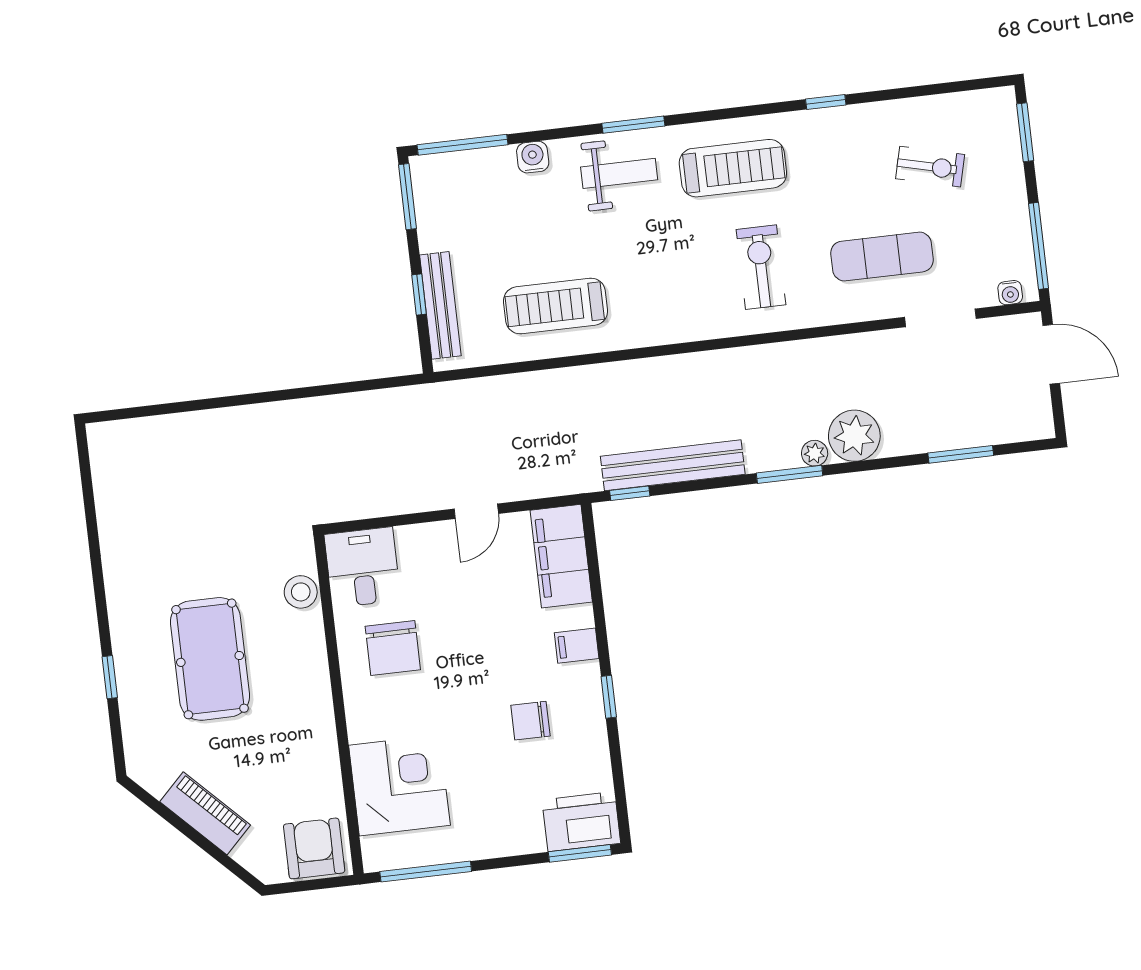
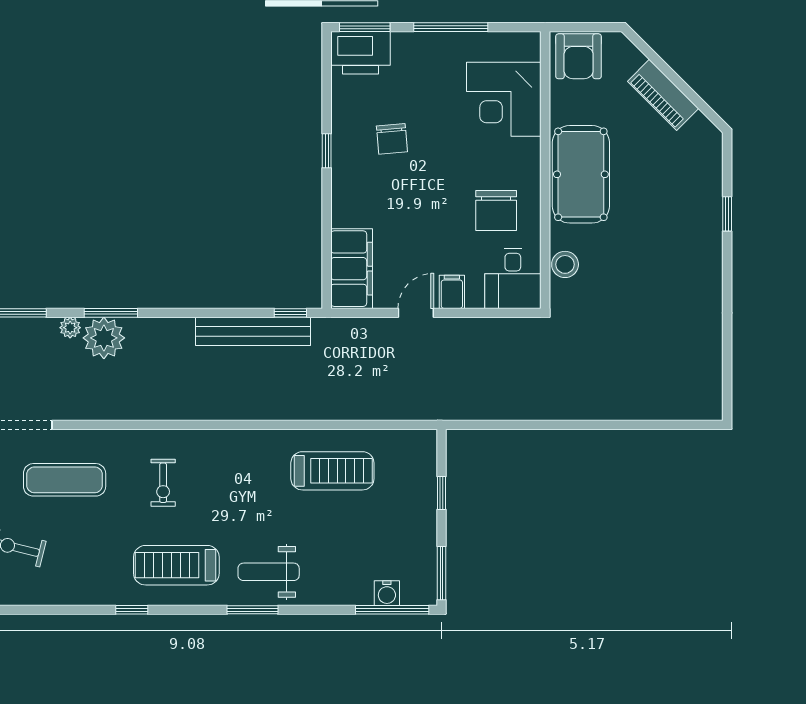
window: (826, 102) -> (132, 610), moved
water cooler: (533, 157) -> (387, 593), moved
exercise bike: (761, 267) -> (163, 483), width x0.73, depth x0.72
bench: (440, 305) -> (425, 482), removed
plant: (815, 453) -> (70, 328), moved
window: (790, 474) -> (111, 313), moved
filing cabinet: (577, 646) -> (452, 292), moved, turned -90
chair: (393, 648) -> (496, 211), turned 180
pool table: (210, 659) -> (581, 174), moved
chair: (530, 721) -> (392, 139), turned 85
window: (426, 871) -> (451, 27), moved

